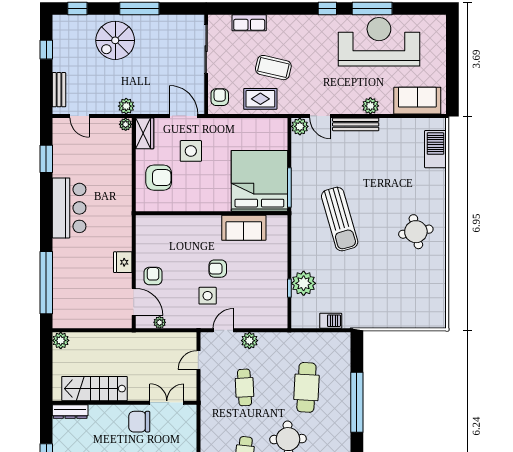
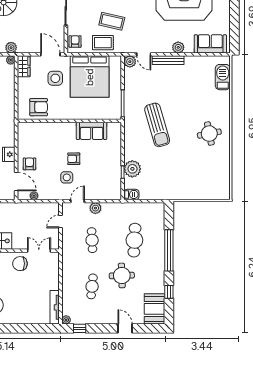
armchair: (159, 178) -> (39, 107), moved
bed: (259, 181) -> (90, 77), moved, turned 180
barbecue: (331, 321) -> (131, 194), moved

